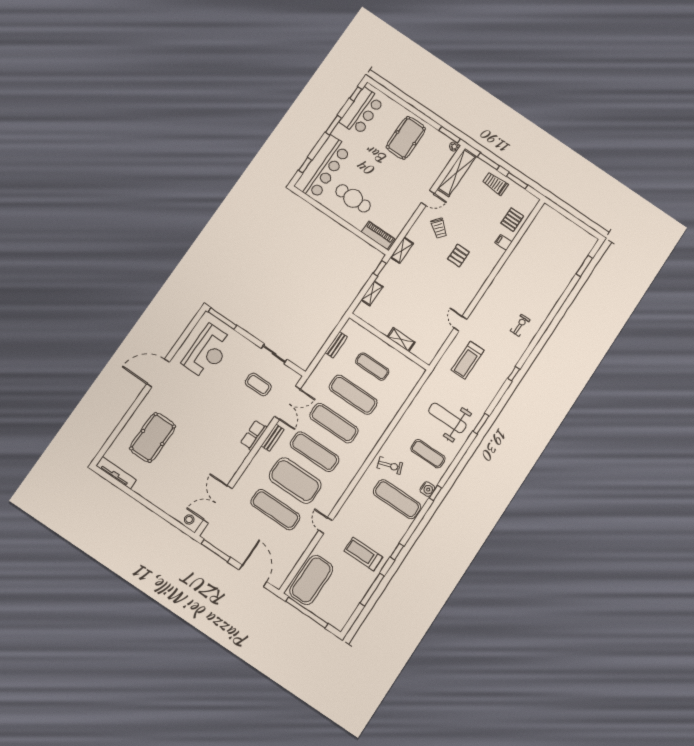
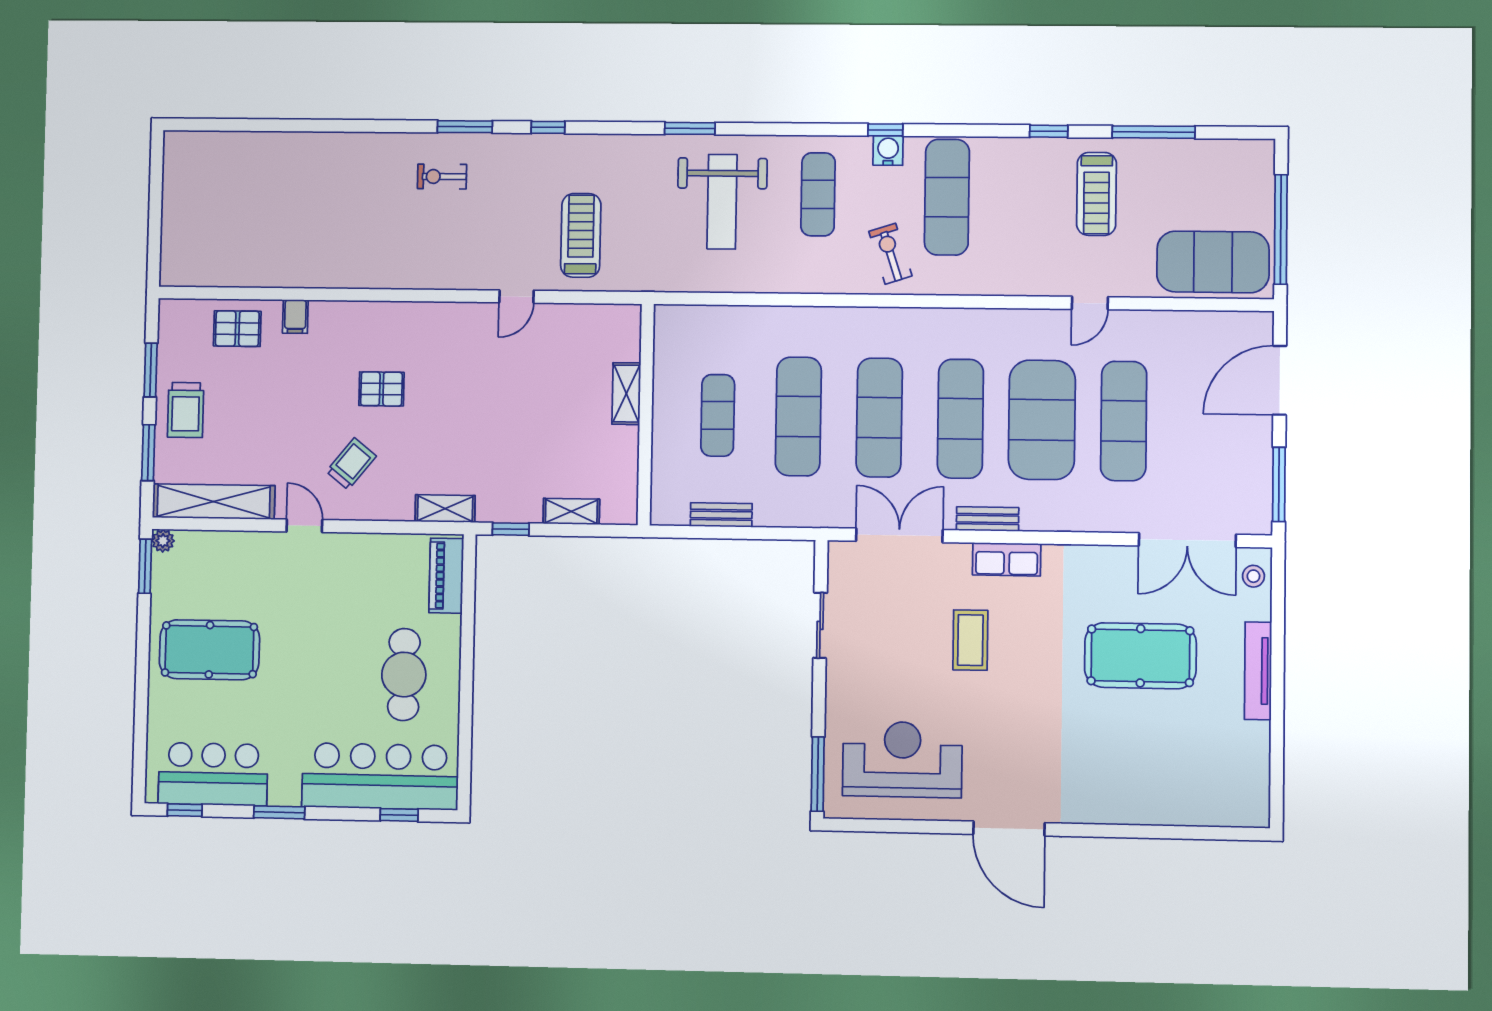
window: (584, 266) -> (465, 127), moved
treadmill: (468, 360) -> (581, 235), turned -90
coffee table: (258, 384) -> (970, 640), moved
pool table: (153, 437) -> (1140, 656), moved
tv unit: (116, 473) -> (1258, 671), moved

